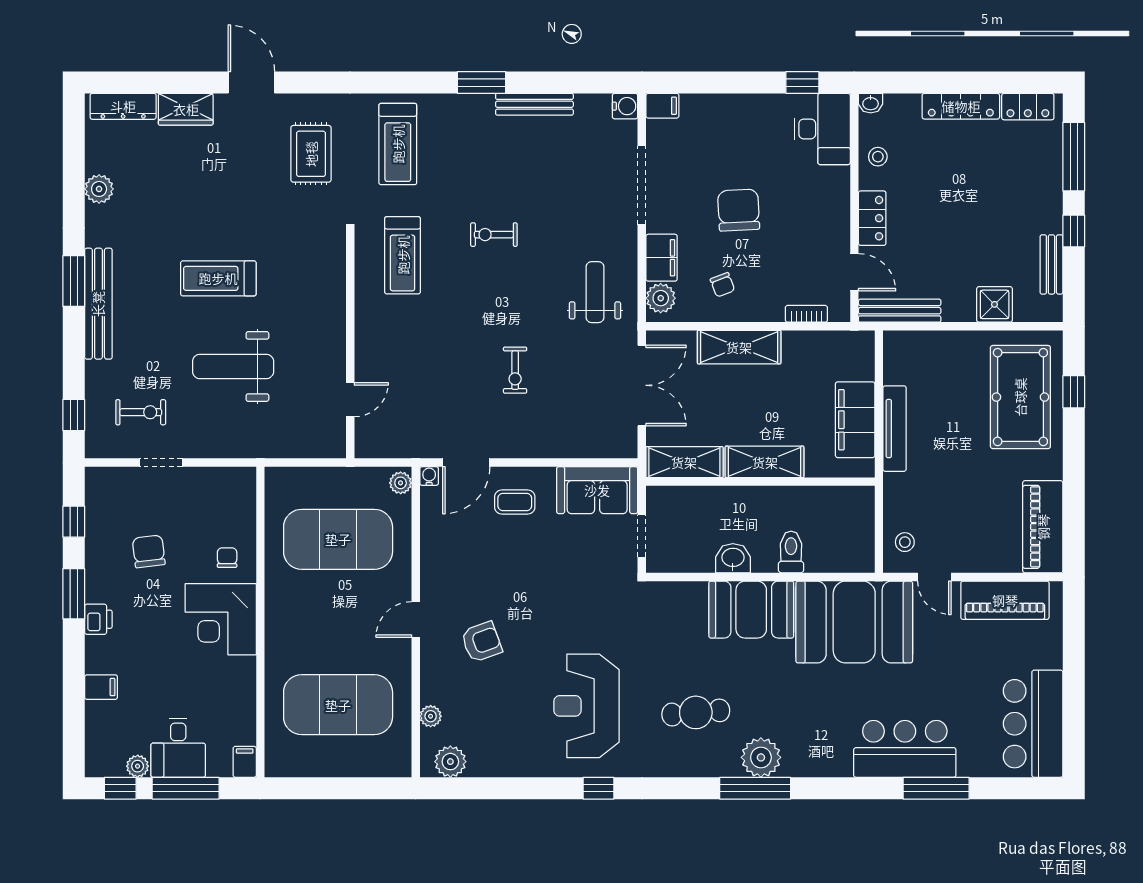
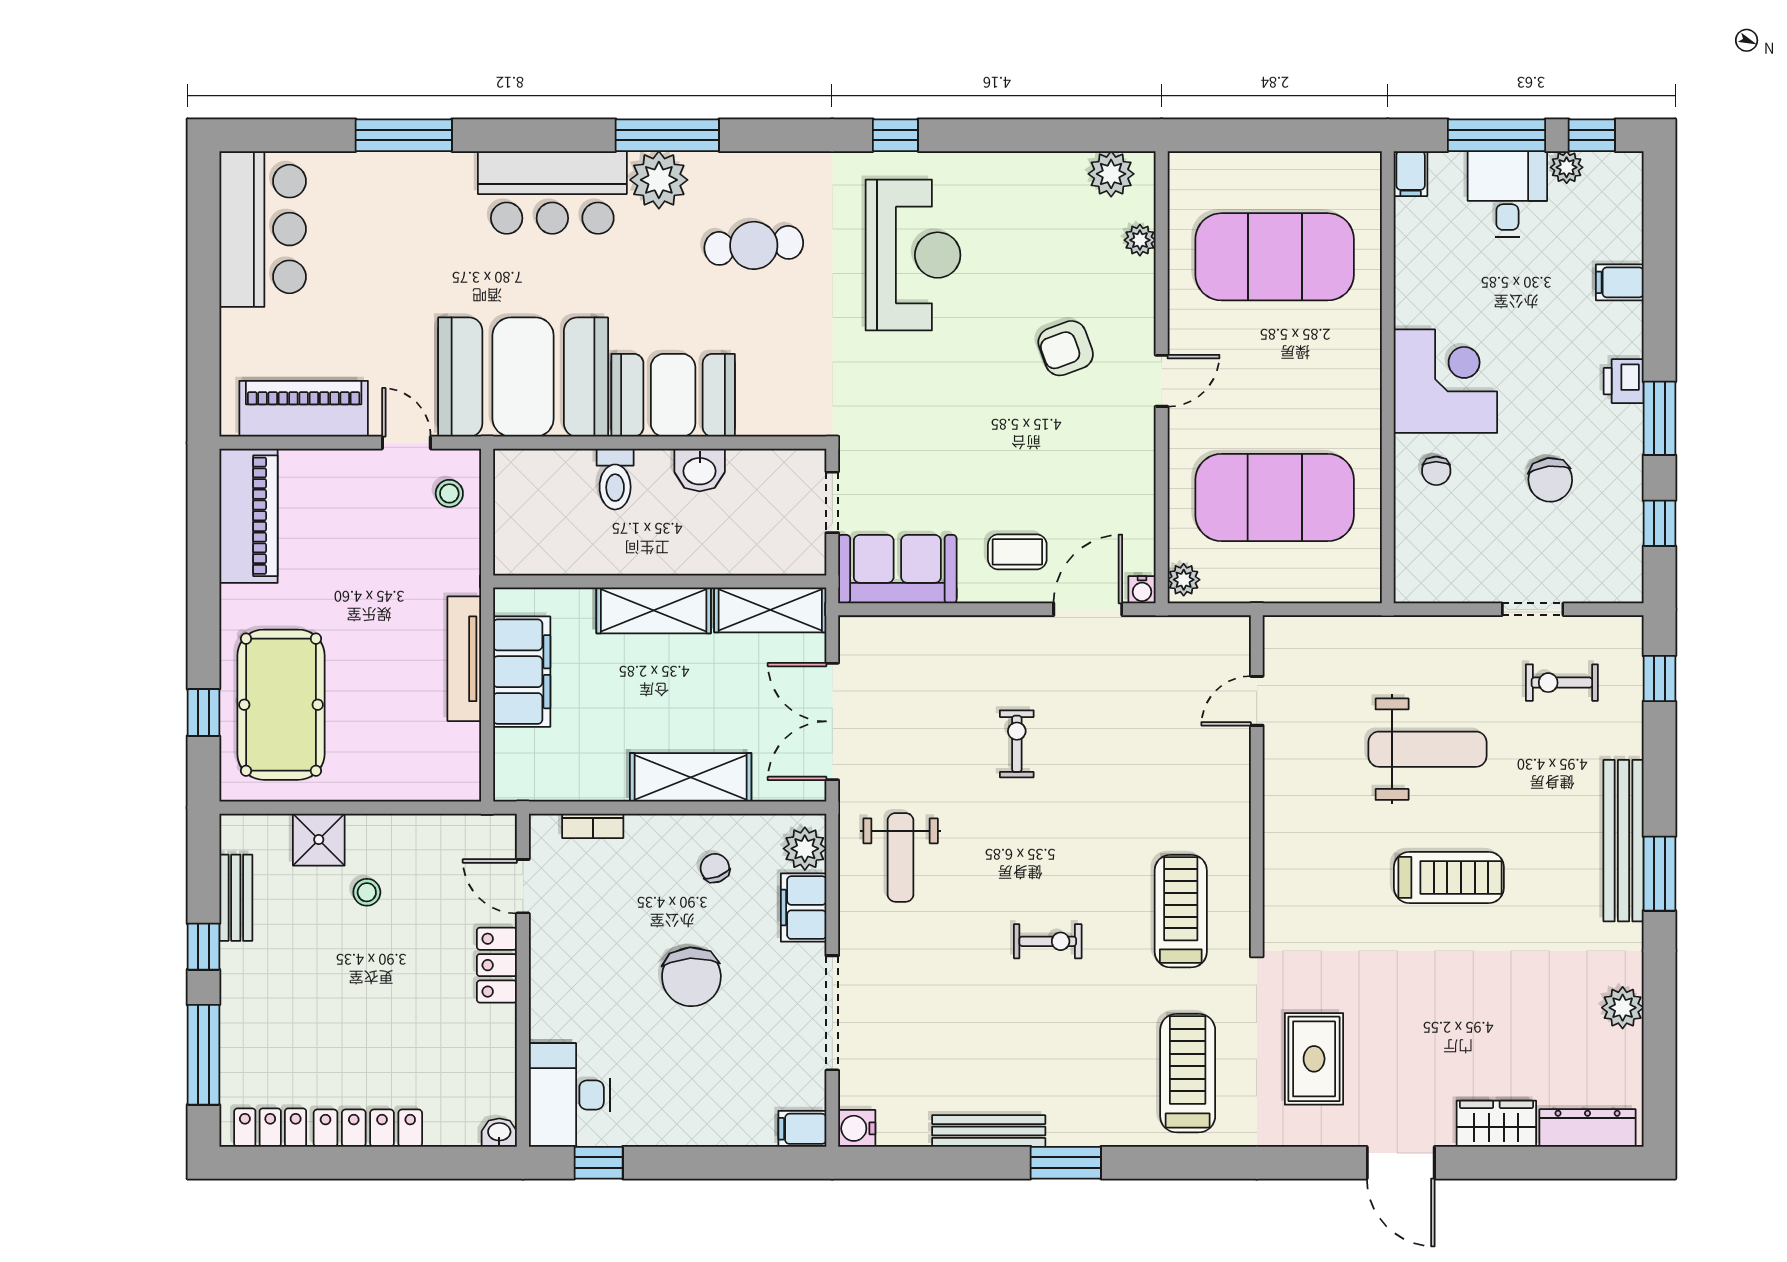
stool: (878, 157) -> (367, 892), moved
bench: (900, 311) -> (457, 830), removed
bar counter: (905, 749) -> (552, 192), moved

